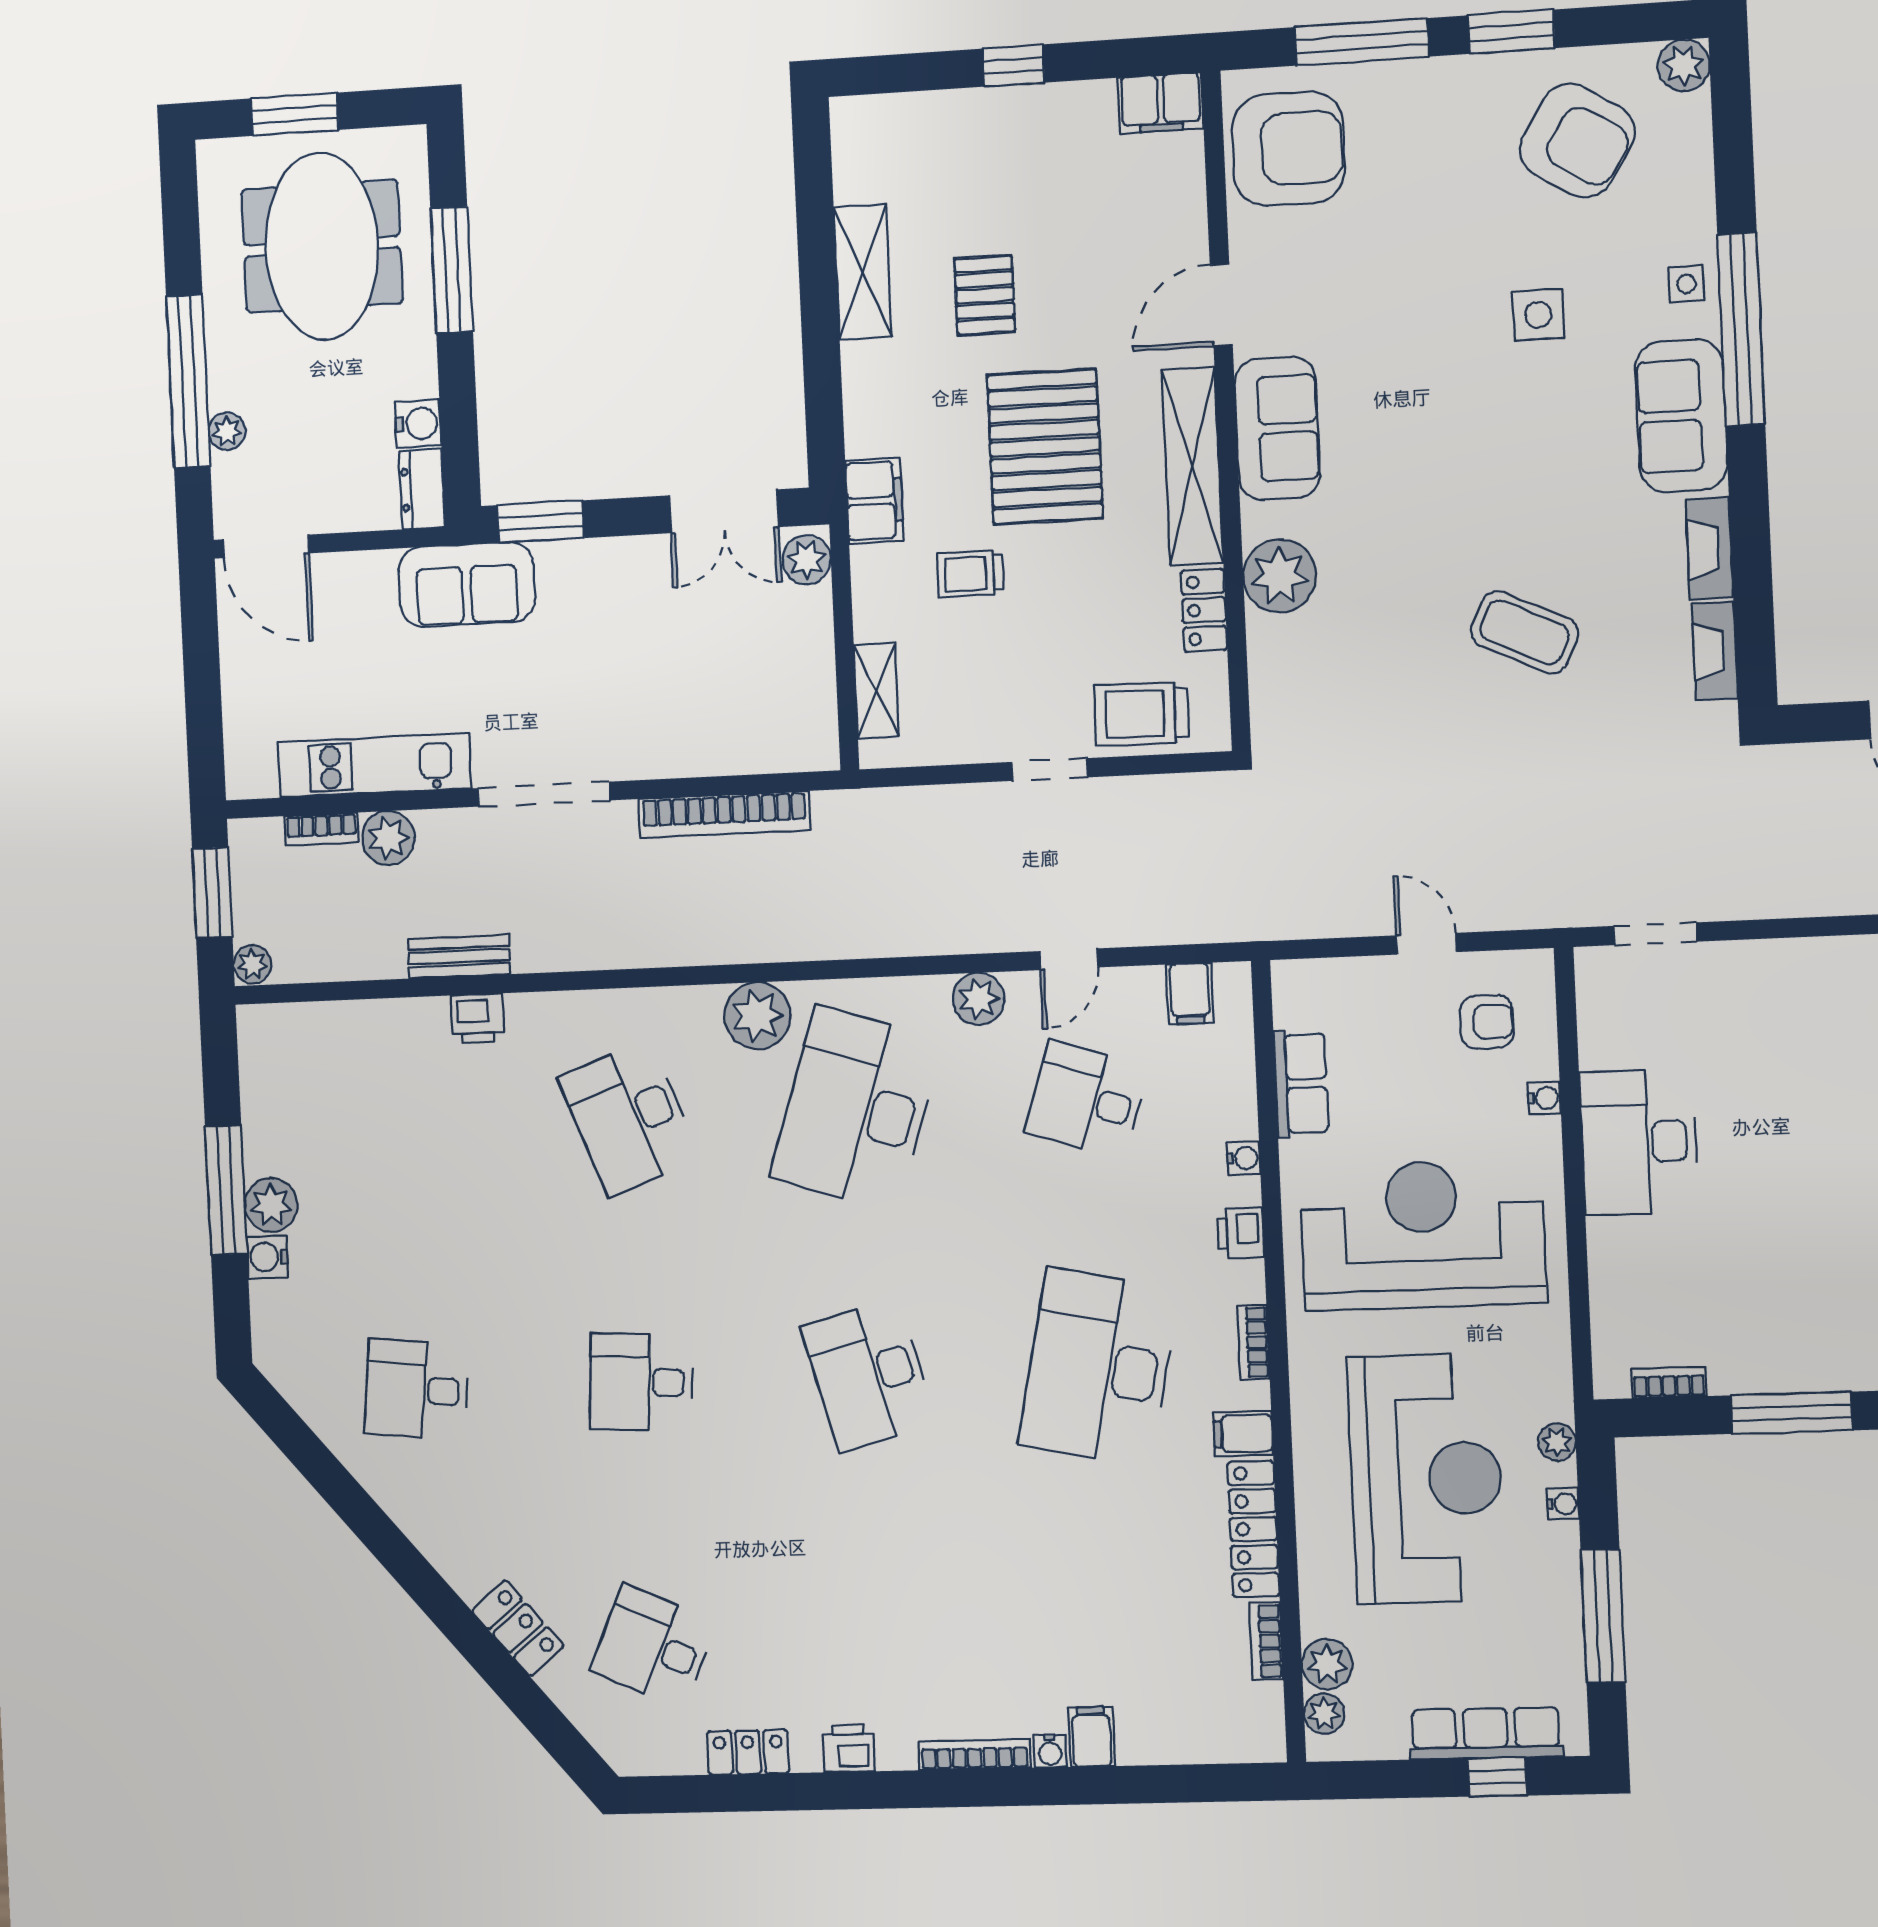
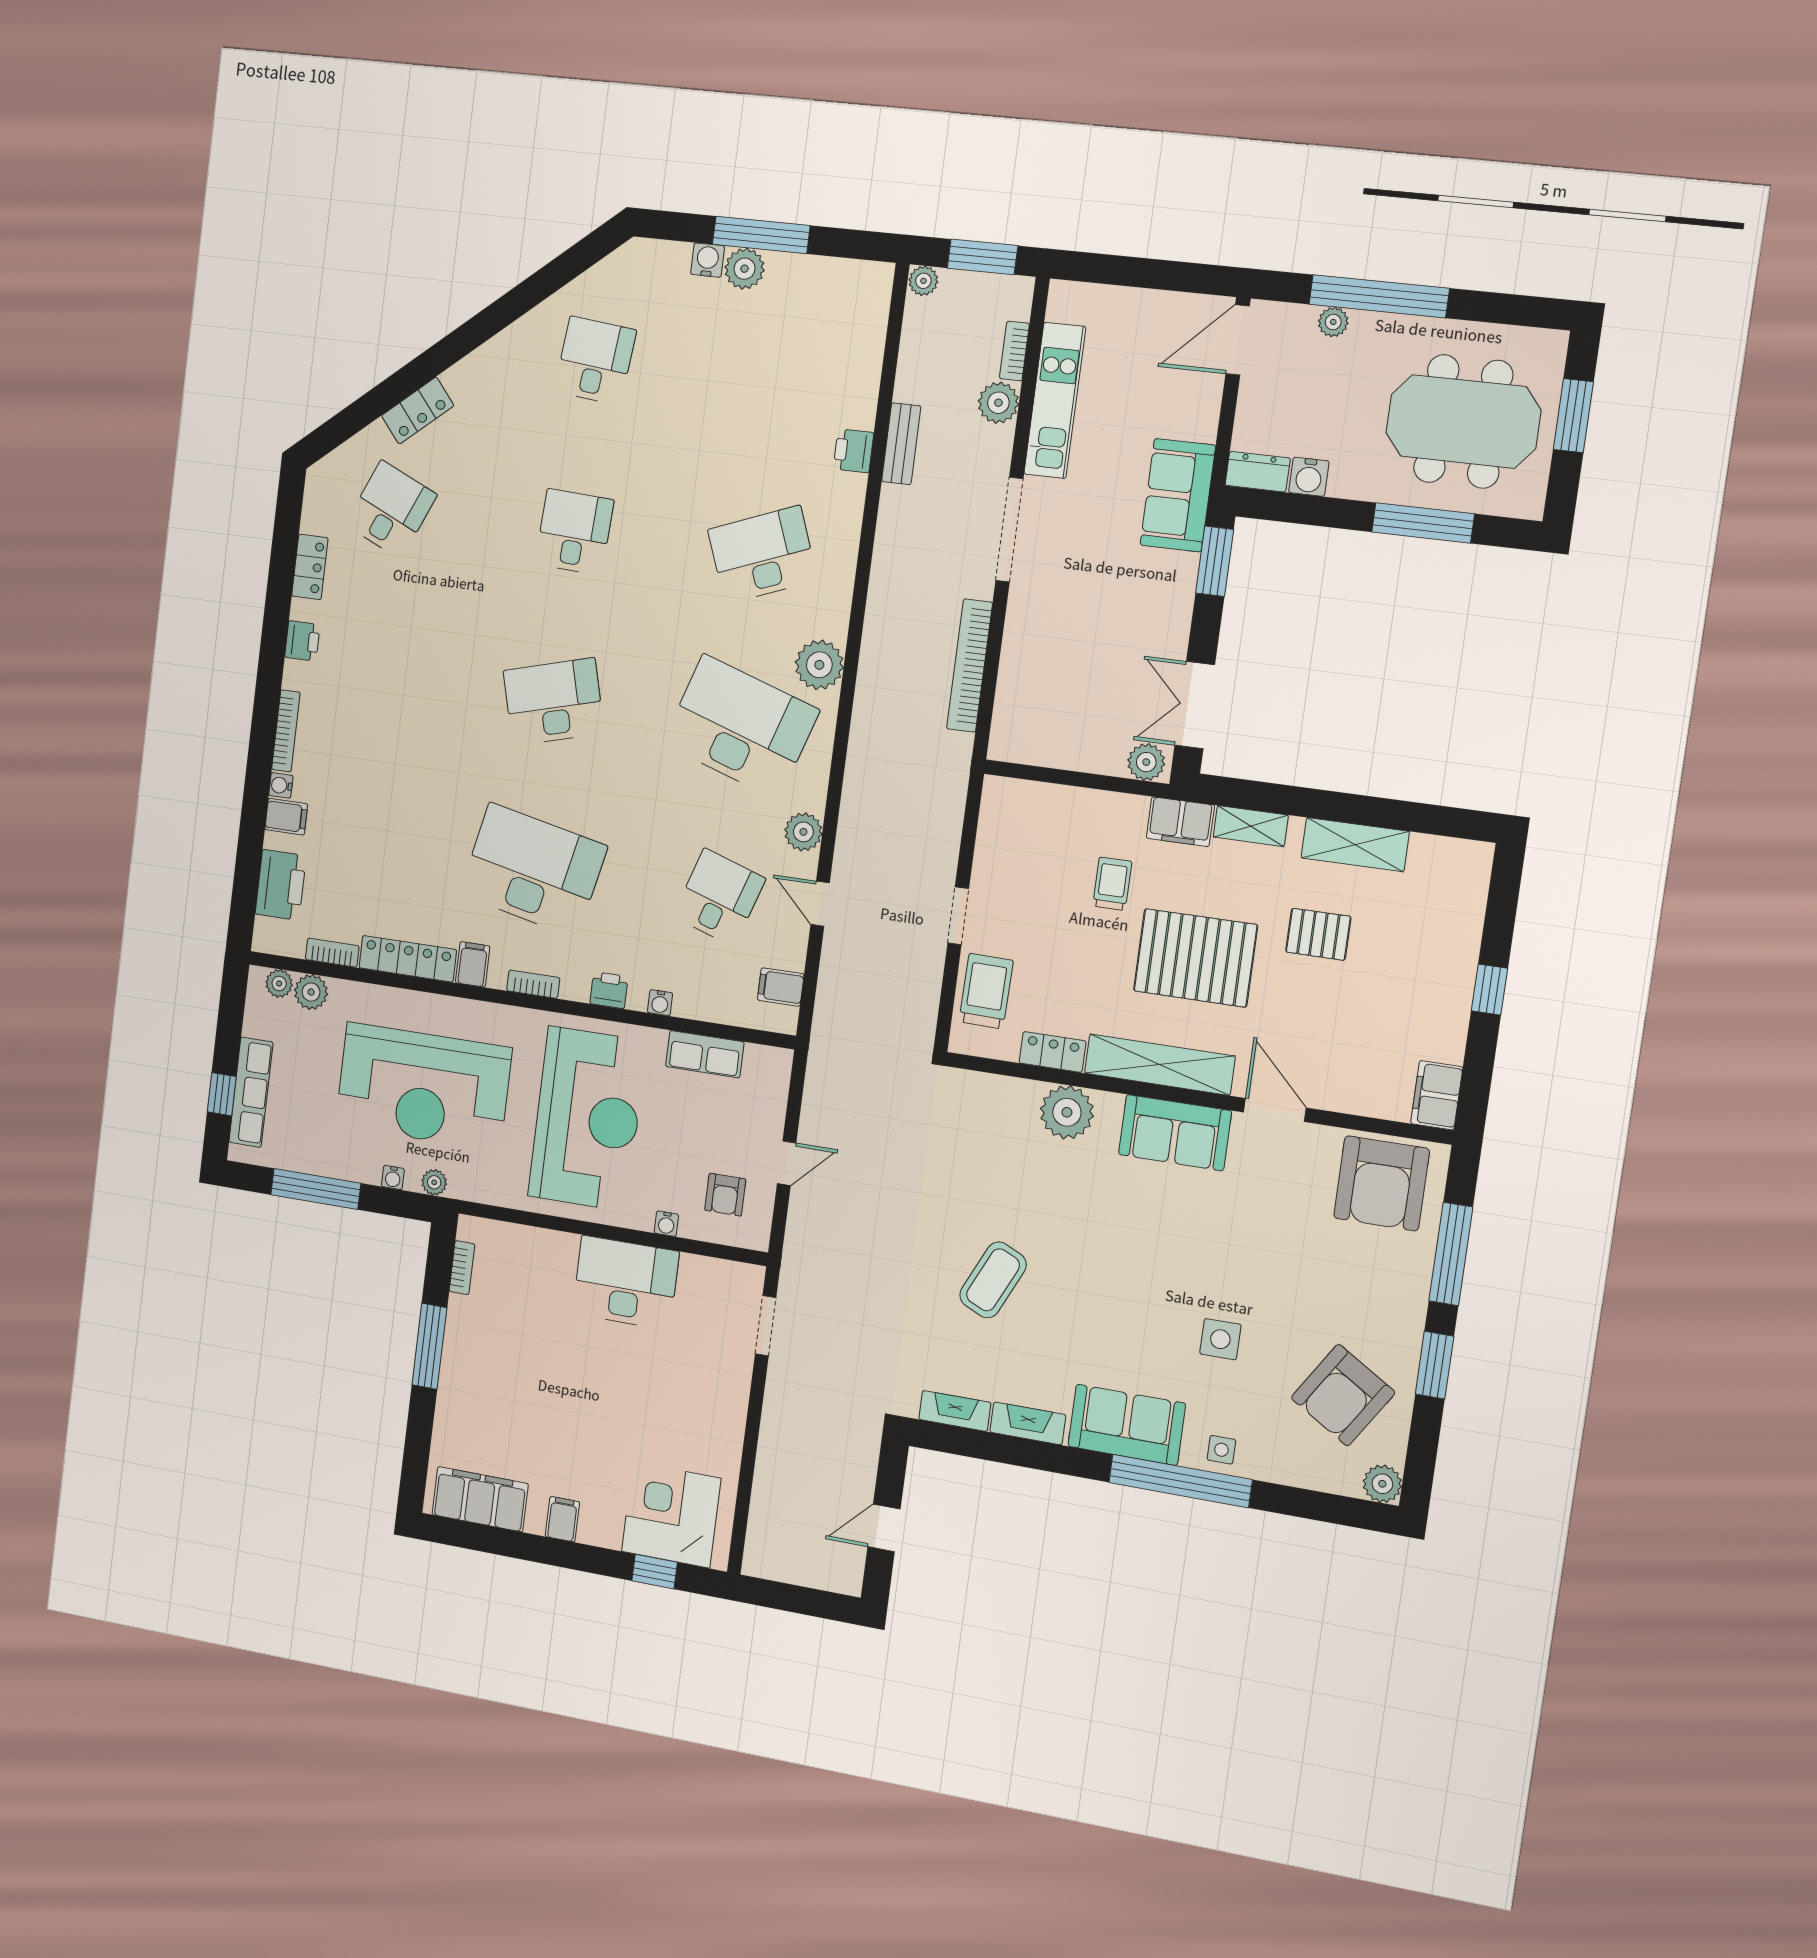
shelving: (876, 691) -> (1251, 826), moved
printer: (1187, 1731) -> (281, 885), added

